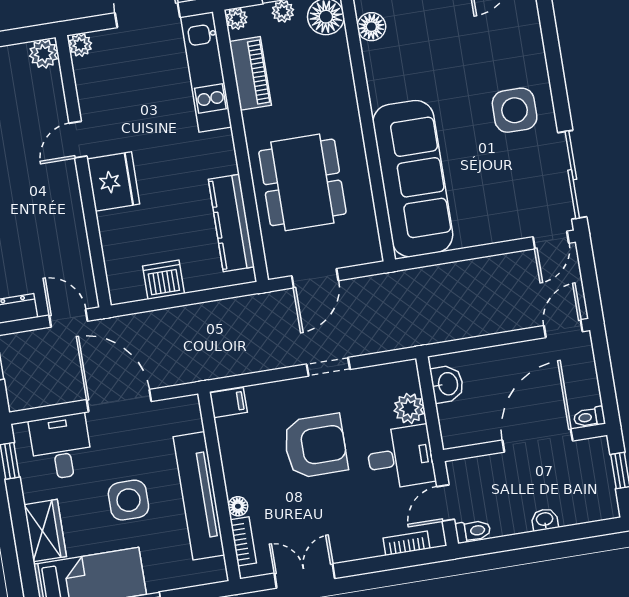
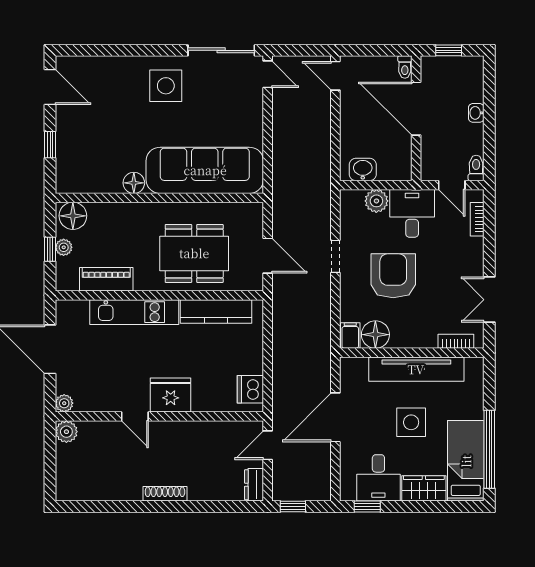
plant: (237, 19) -> (64, 283), removed
floor lamp: (371, 27) -> (134, 183), moved
kitchen unit: (206, 72) -> (134, 312), moved
dishwasher: (164, 280) -> (250, 389), moved
desk: (61, 447) -> (378, 478), moved, turned -90
floor lamp: (238, 506) -> (375, 335), moved, width x1.89, depth x1.89

